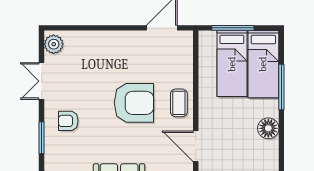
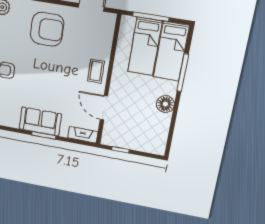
armchair: (134, 103) -> (47, 29), moved

